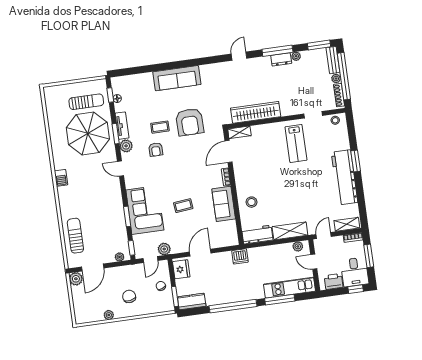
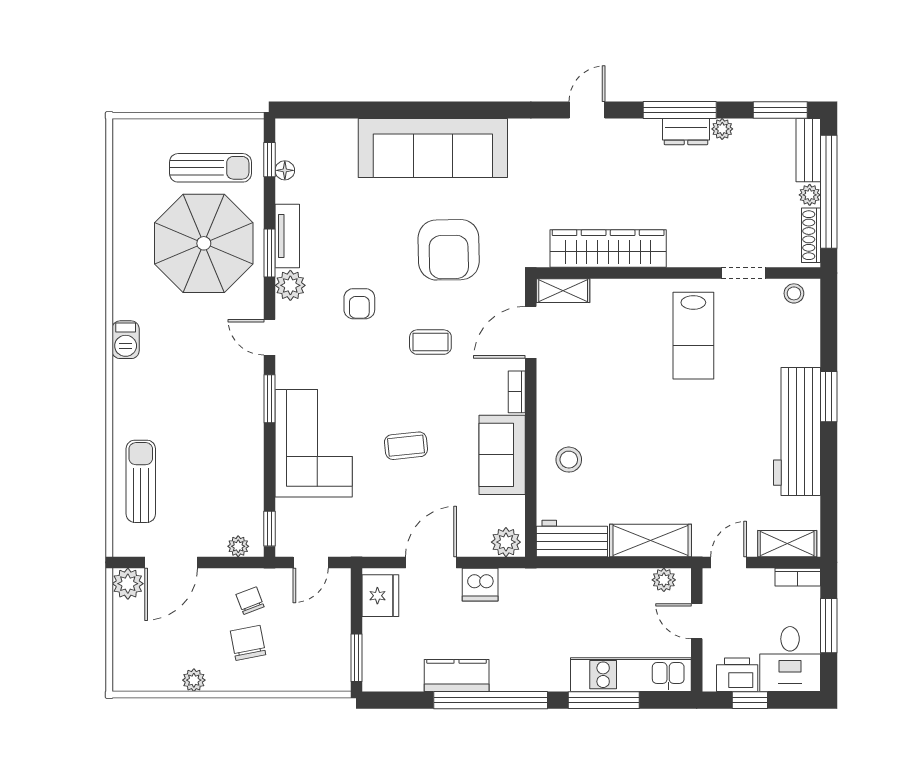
sofa: (177, 78) -> (433, 148), width x1.36, depth x1.27
coffee table: (160, 127) -> (430, 342), moved
window: (127, 216) -> (269, 399), moved
plant: (164, 249) -> (506, 542), moved
dishwasher: (240, 256) -> (480, 585), moved
chair: (161, 286) -> (250, 601), moved
window: (356, 289) -> (750, 700), moved
kitchen counter: (192, 302) -> (457, 676), moved

